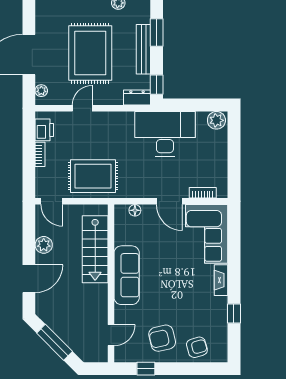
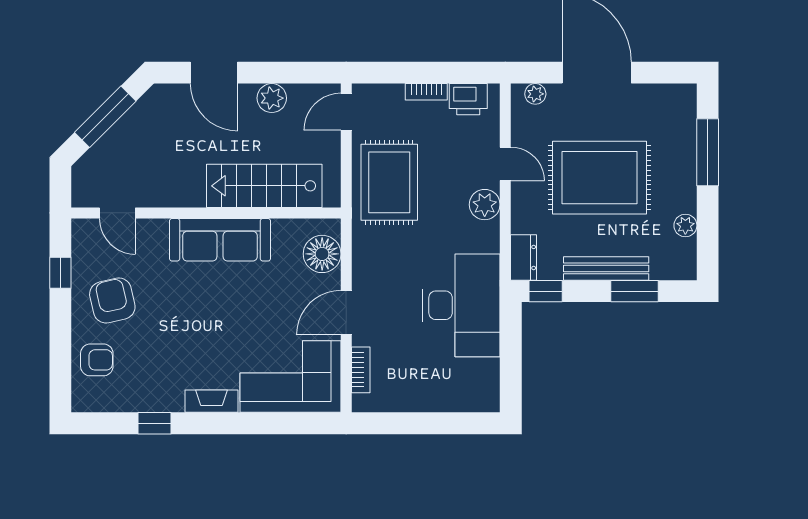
plant: (216, 120) -> (485, 205), moved
floor lamp: (135, 210) -> (322, 254), width x1.89, depth x1.89
armchair: (197, 347) -> (97, 360), turned -74

